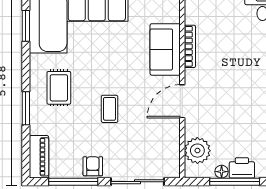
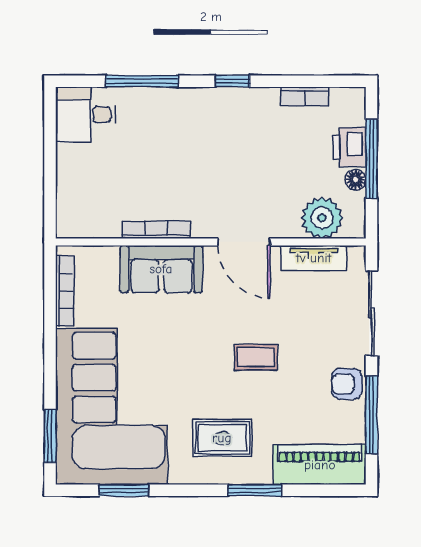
tv unit: (172, 145) -> (314, 258), added
piano: (39, 157) -> (320, 465), width x1.37, depth x1.33

